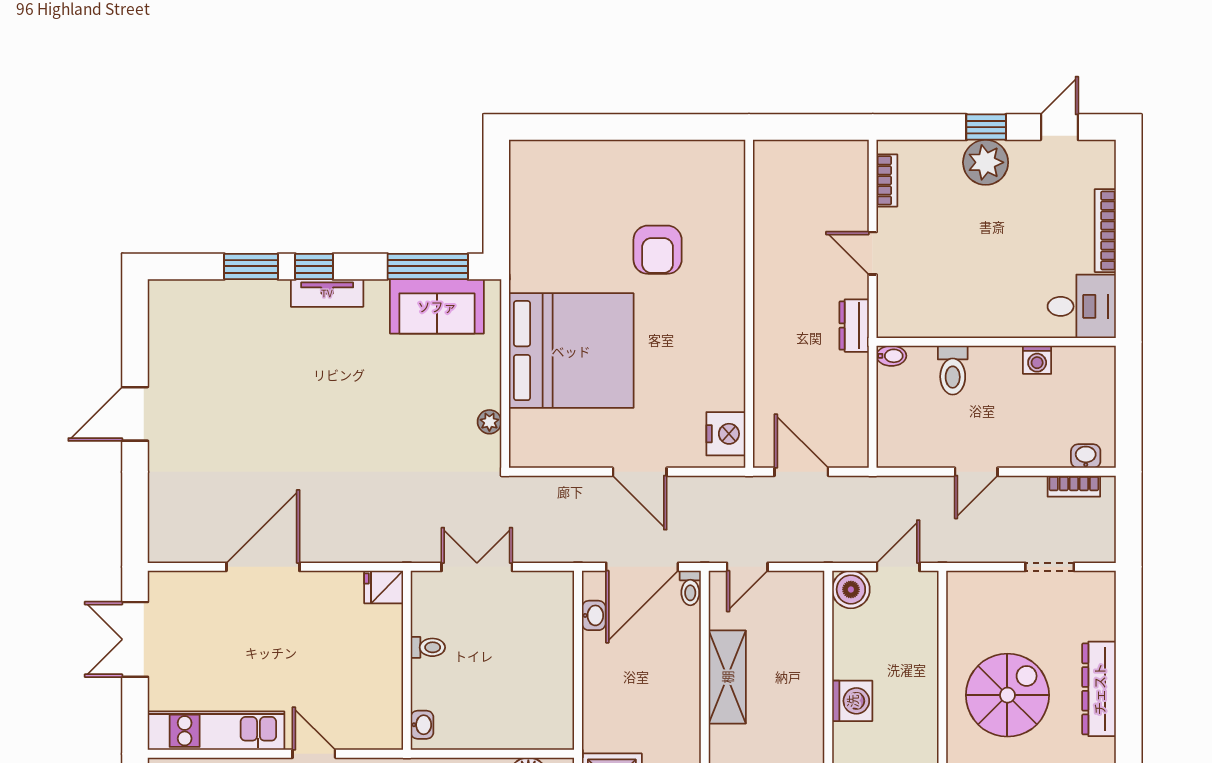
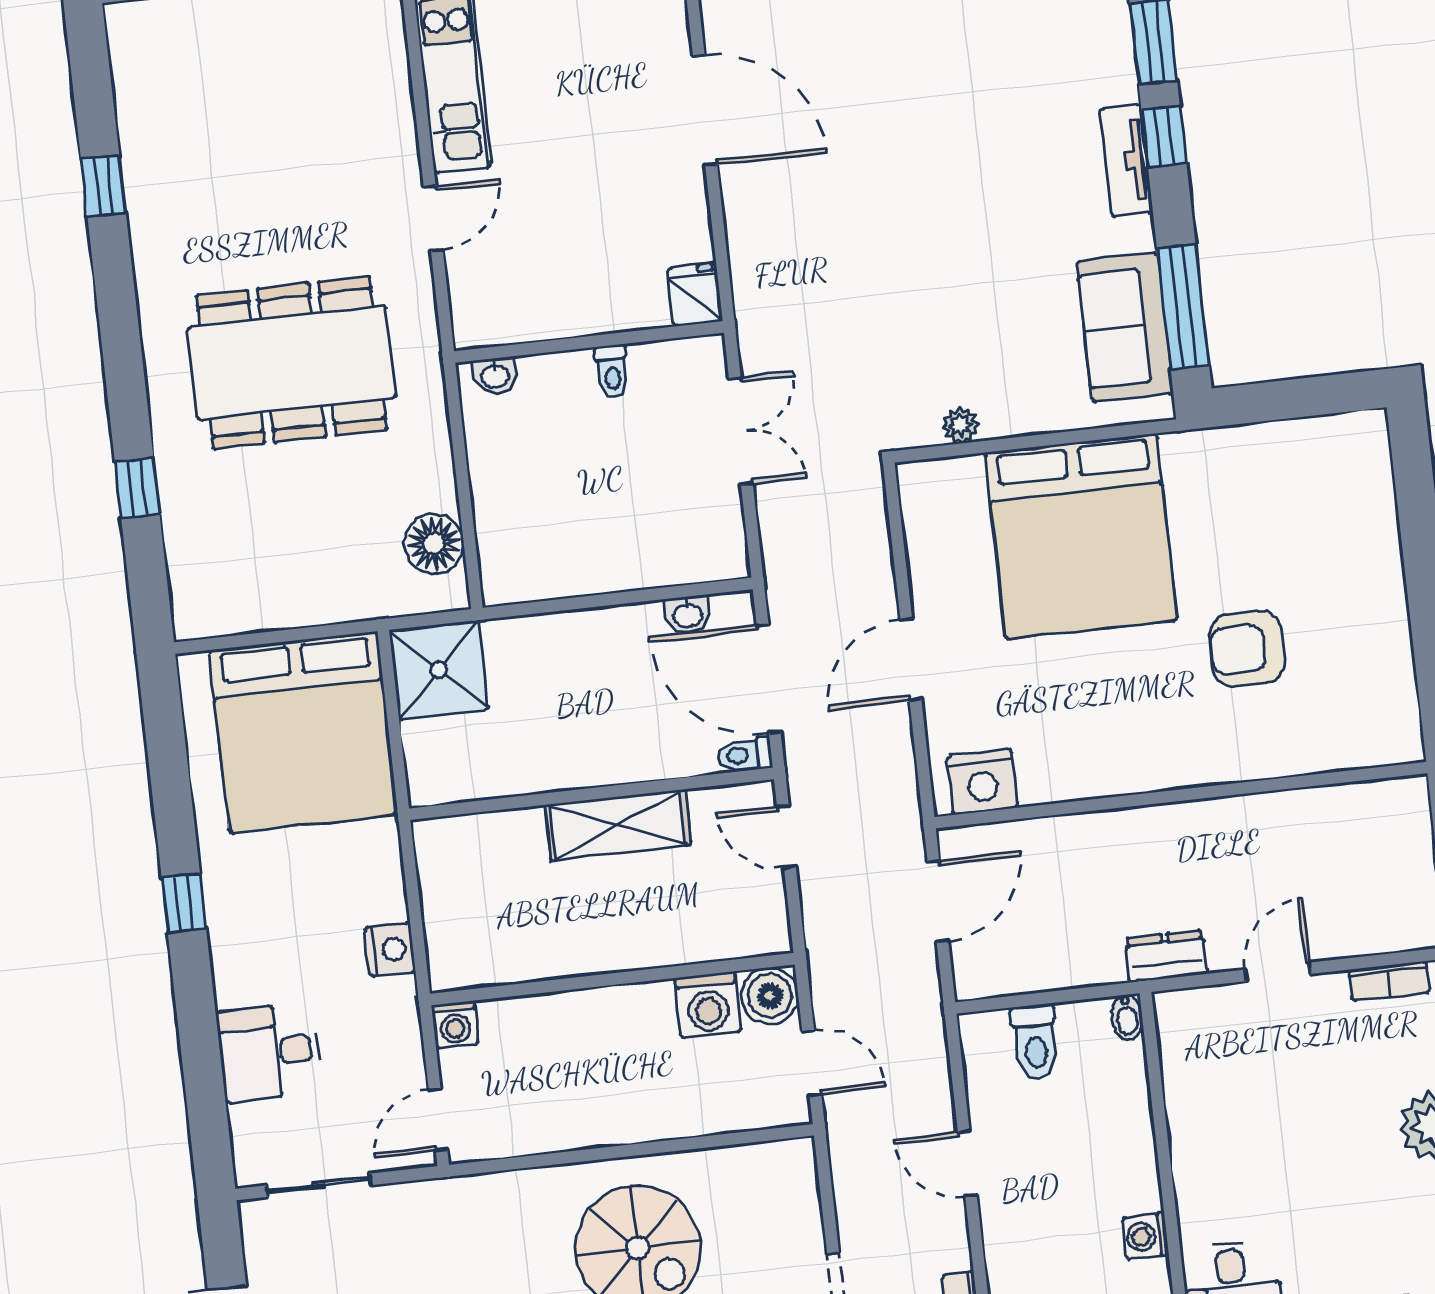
toilet: (953, 370) -> (1035, 1042), moved, turned -90
washing machine: (852, 701) -> (708, 1005), moved

